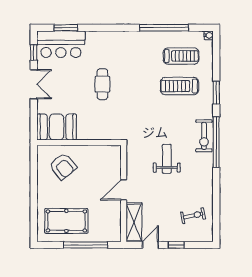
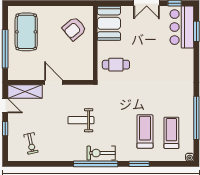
treadmill: (181, 56) -> (171, 133), turned 180
cafe table: (102, 84) -> (116, 65), moved
weight bench: (167, 159) -> (81, 120), turned 180

